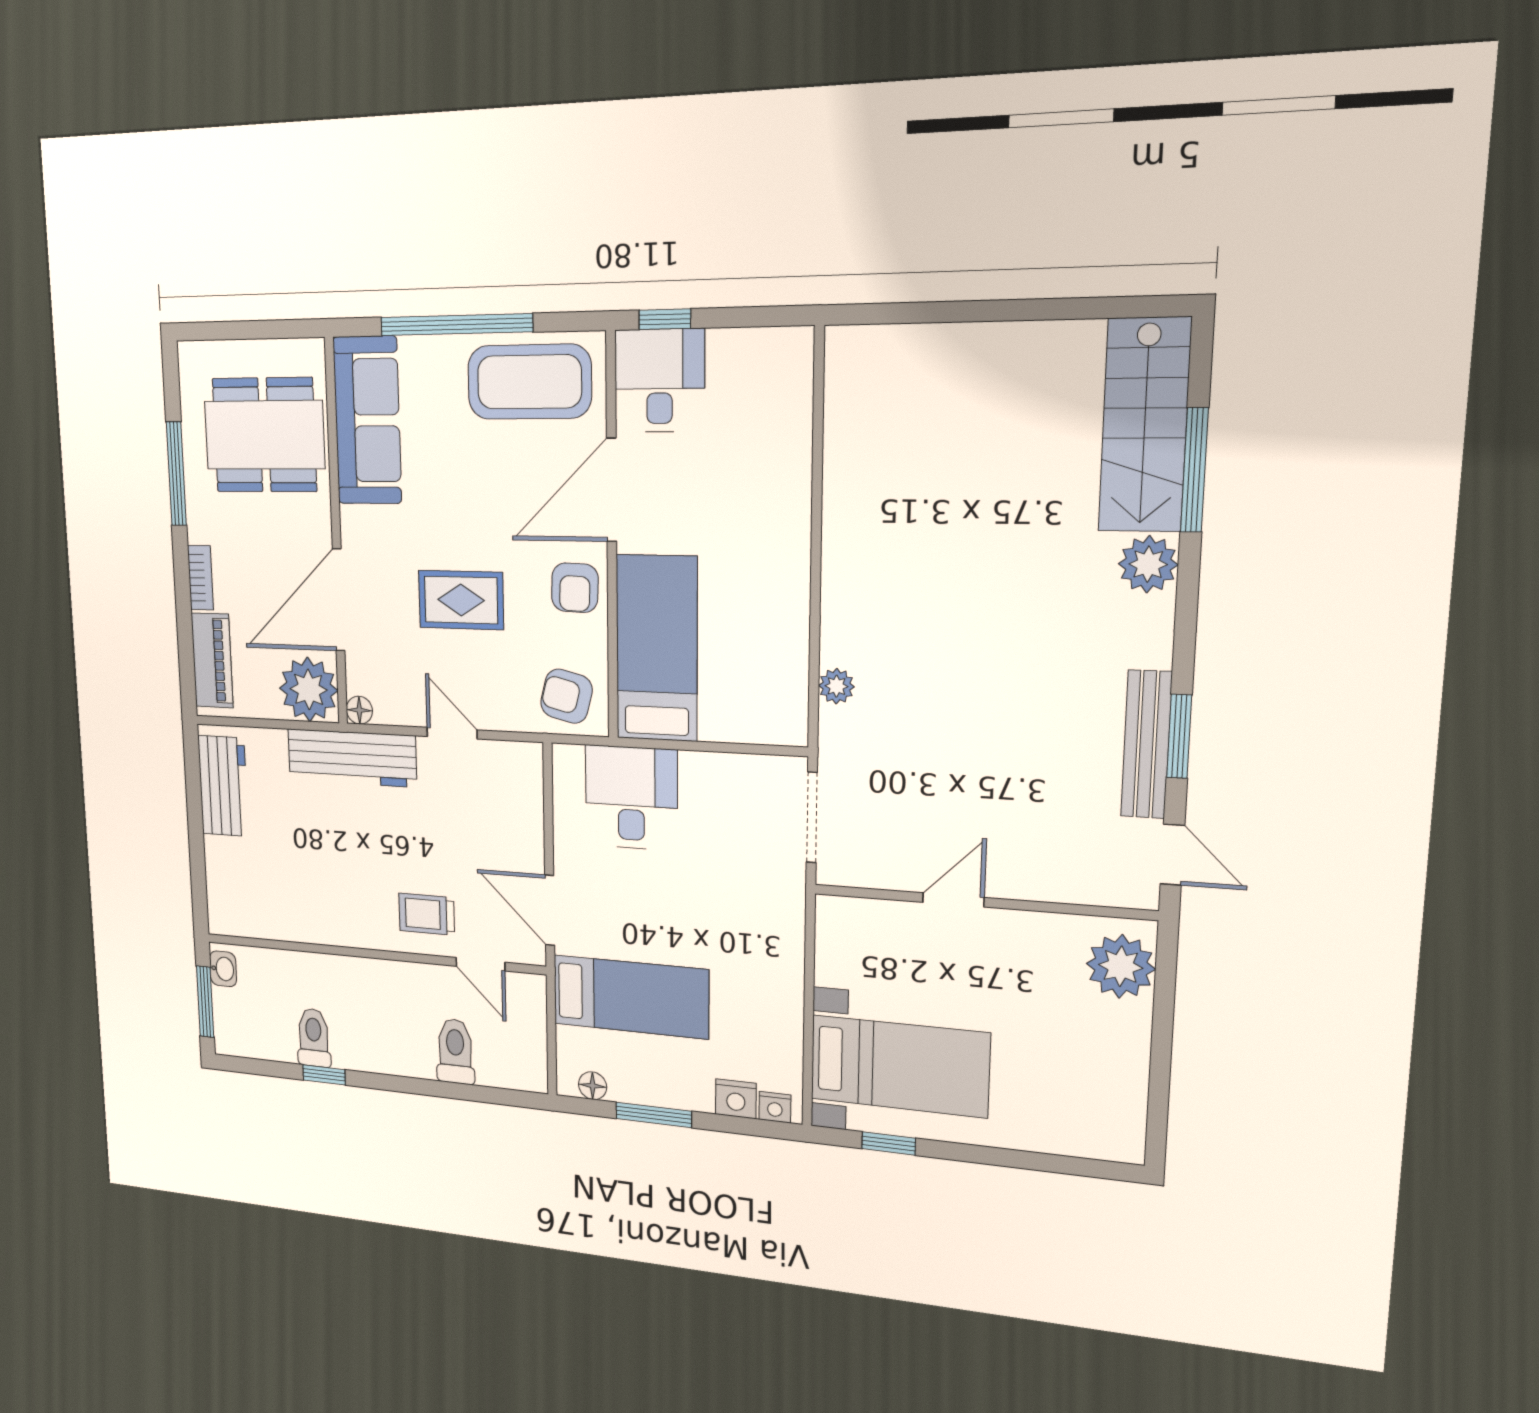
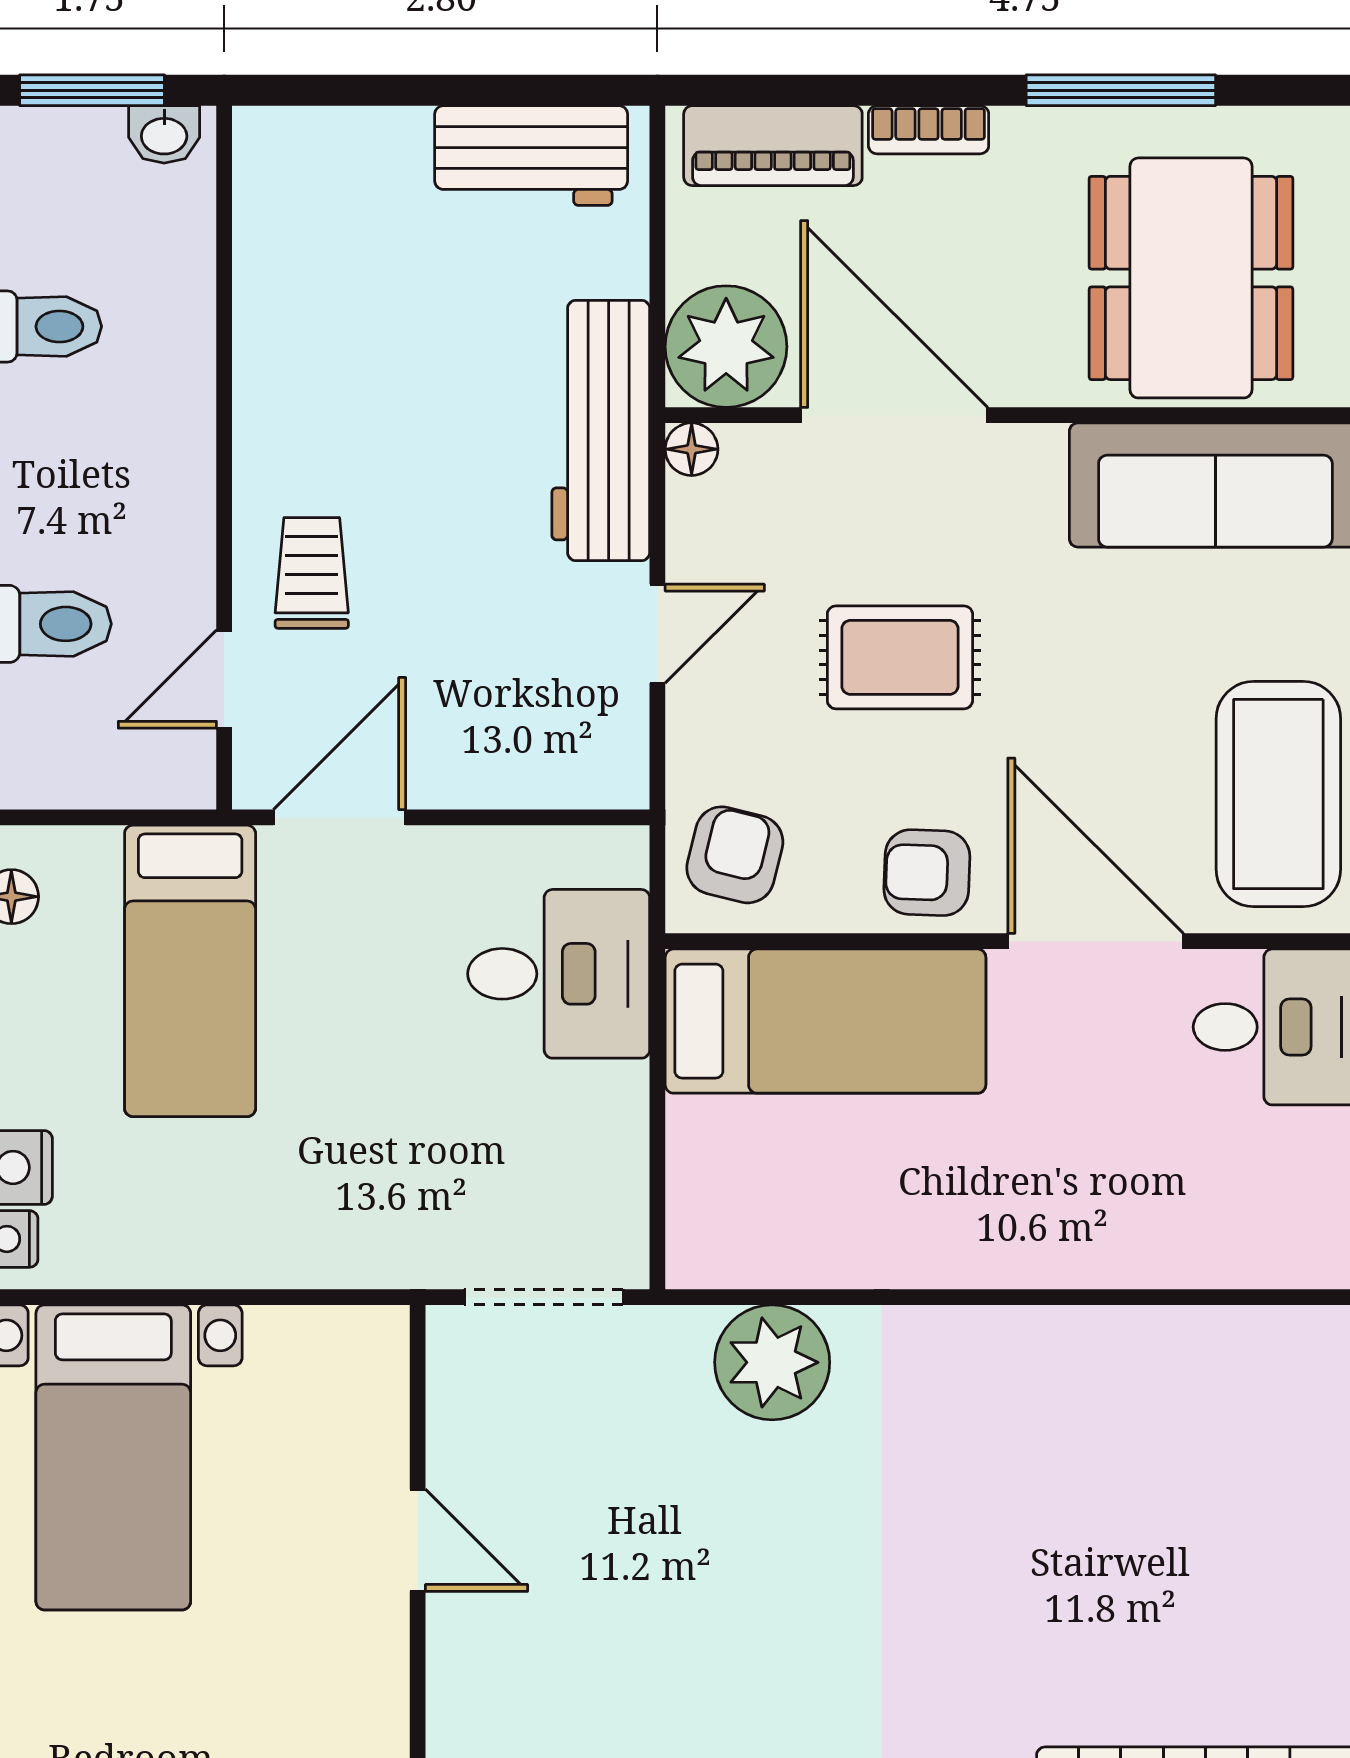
rug: (461, 600) -> (900, 657), turned 90
plant: (836, 686) -> (772, 1362), width x1.87, depth x1.87

